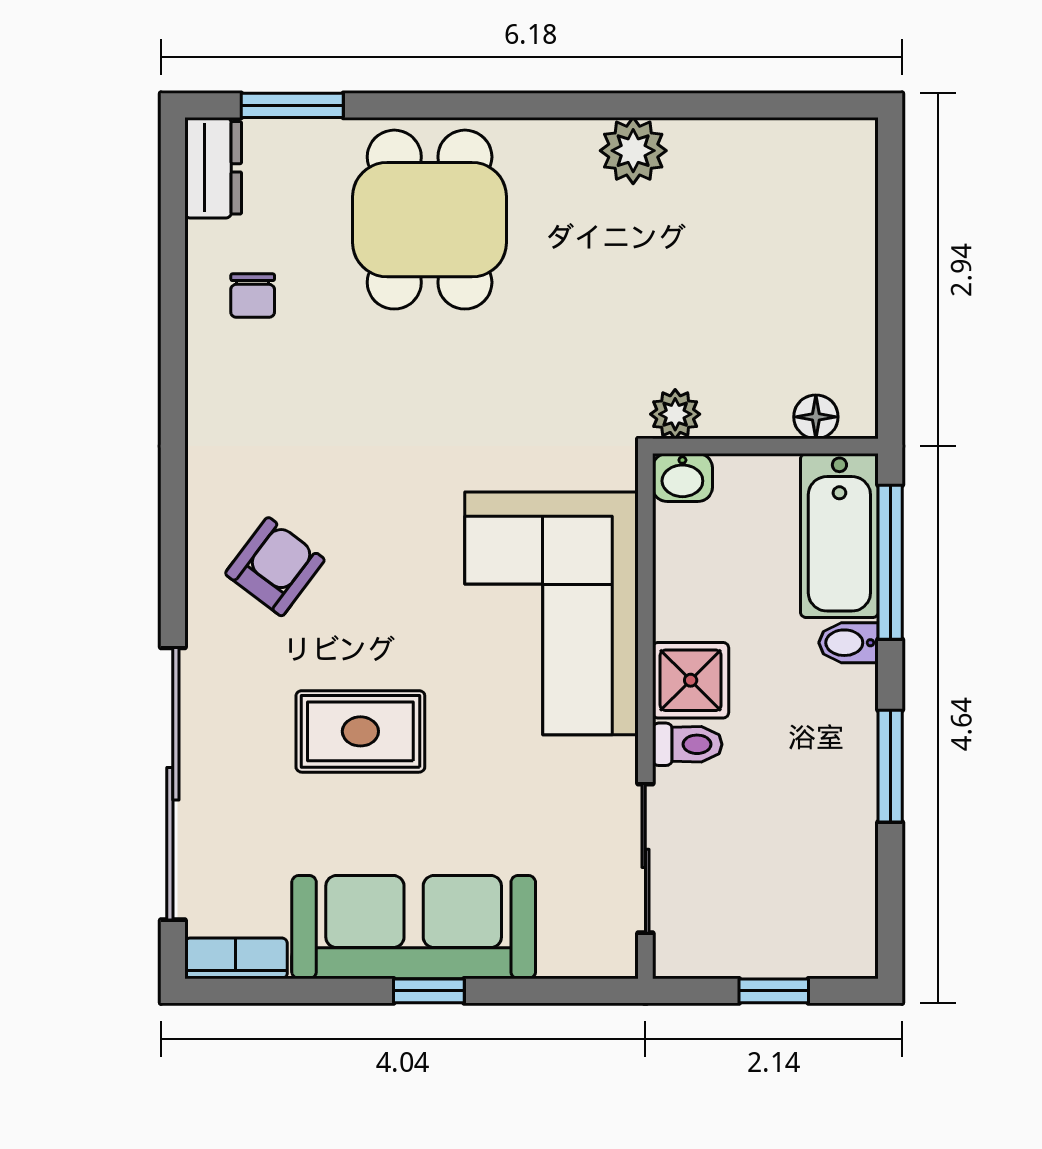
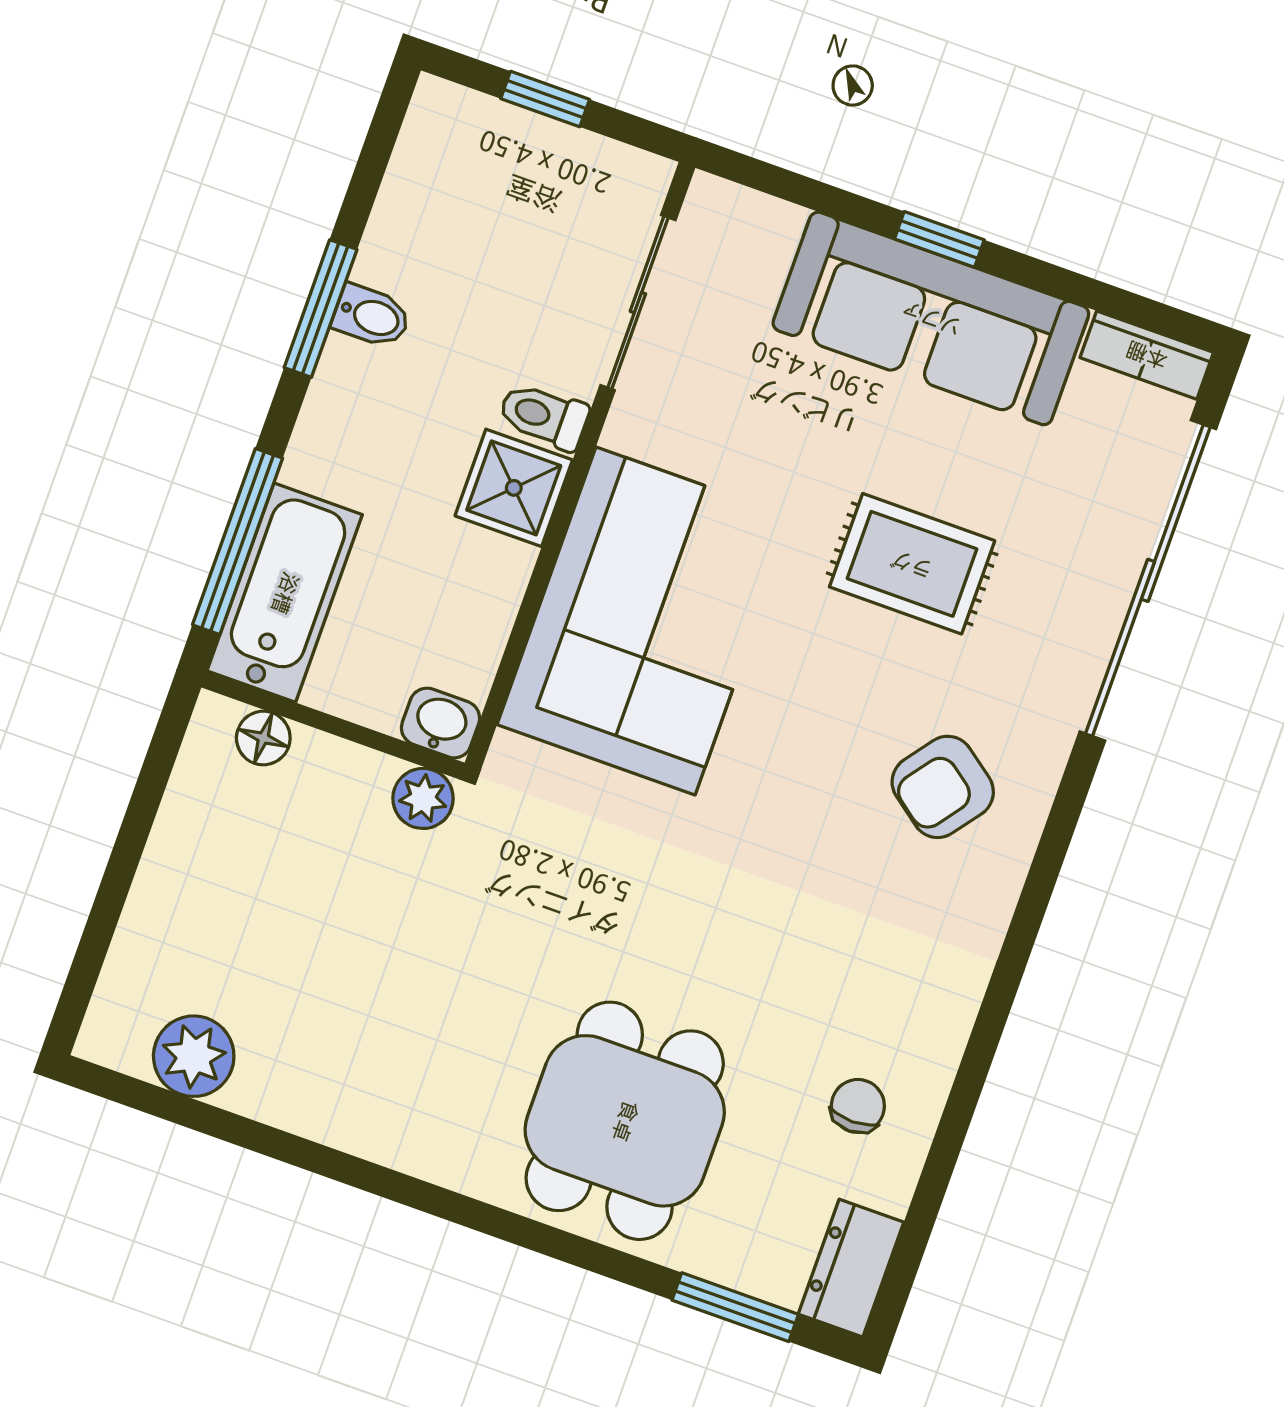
plant: (633, 151) -> (194, 1056), moved
bidet: (848, 643) -> (371, 316), moved

